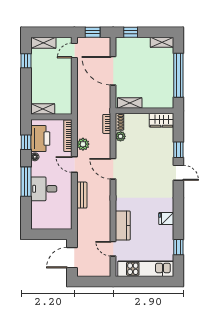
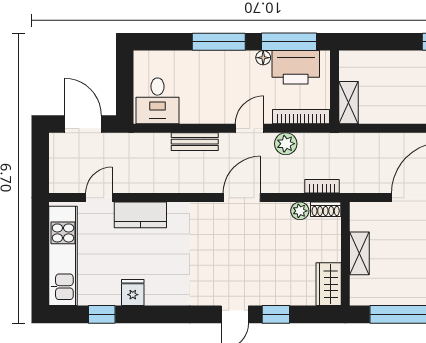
shelving: (130, 103) -> (359, 253), moved
shelving: (43, 109) -> (348, 103), moved
window: (26, 142) -> (289, 42), width x2.17
desk: (44, 189) -> (157, 101), moved, turned 180
fridge: (166, 219) -> (133, 293), moved

